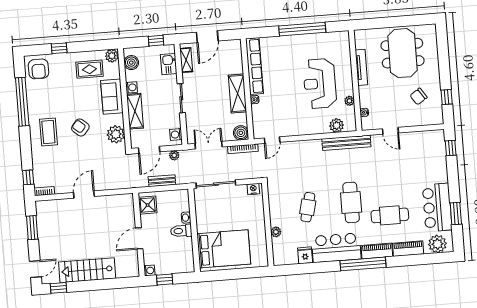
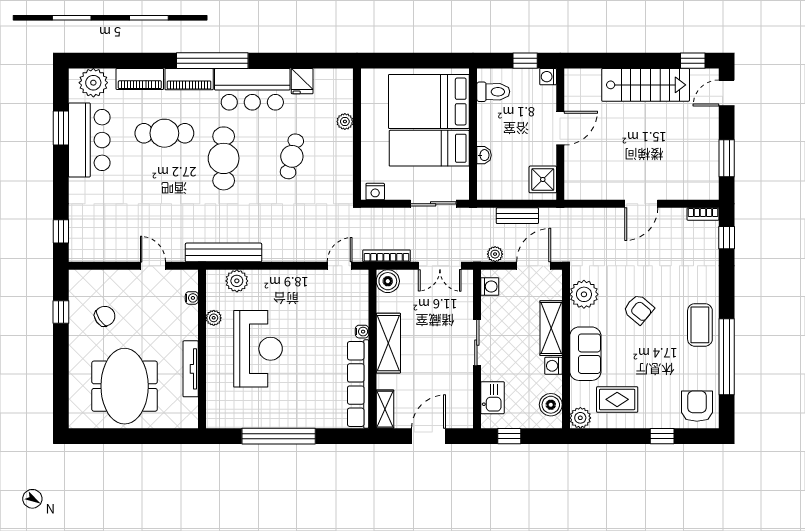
shelving: (186, 60) -> (385, 409), moved
coffee table: (48, 132) -> (700, 325), moved
sliding door: (216, 184) -> (433, 204), width x0.73
bed: (221, 219) -> (429, 148), added
toilet: (181, 231) -> (493, 92), moved

